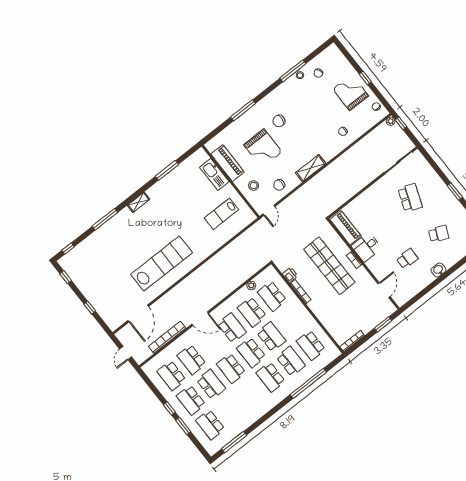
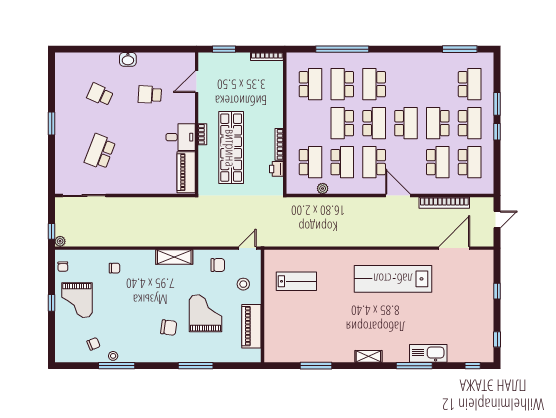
kitchen sink: (214, 174) -> (428, 353), moved, turned -90
school desk: (271, 377) -> (374, 84), turned 180

